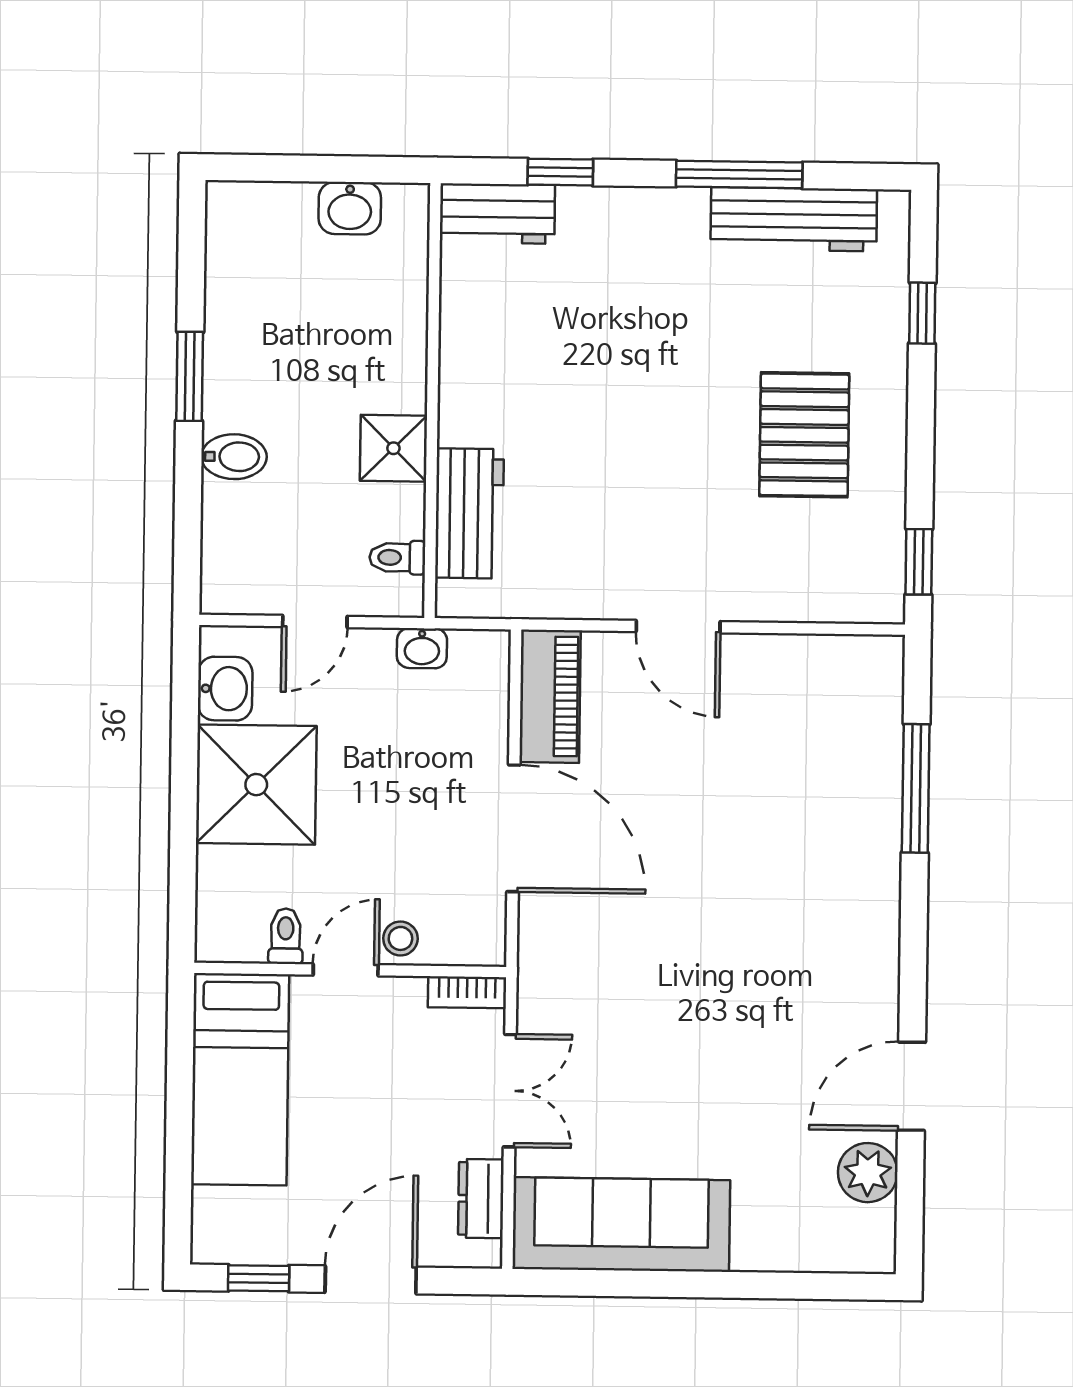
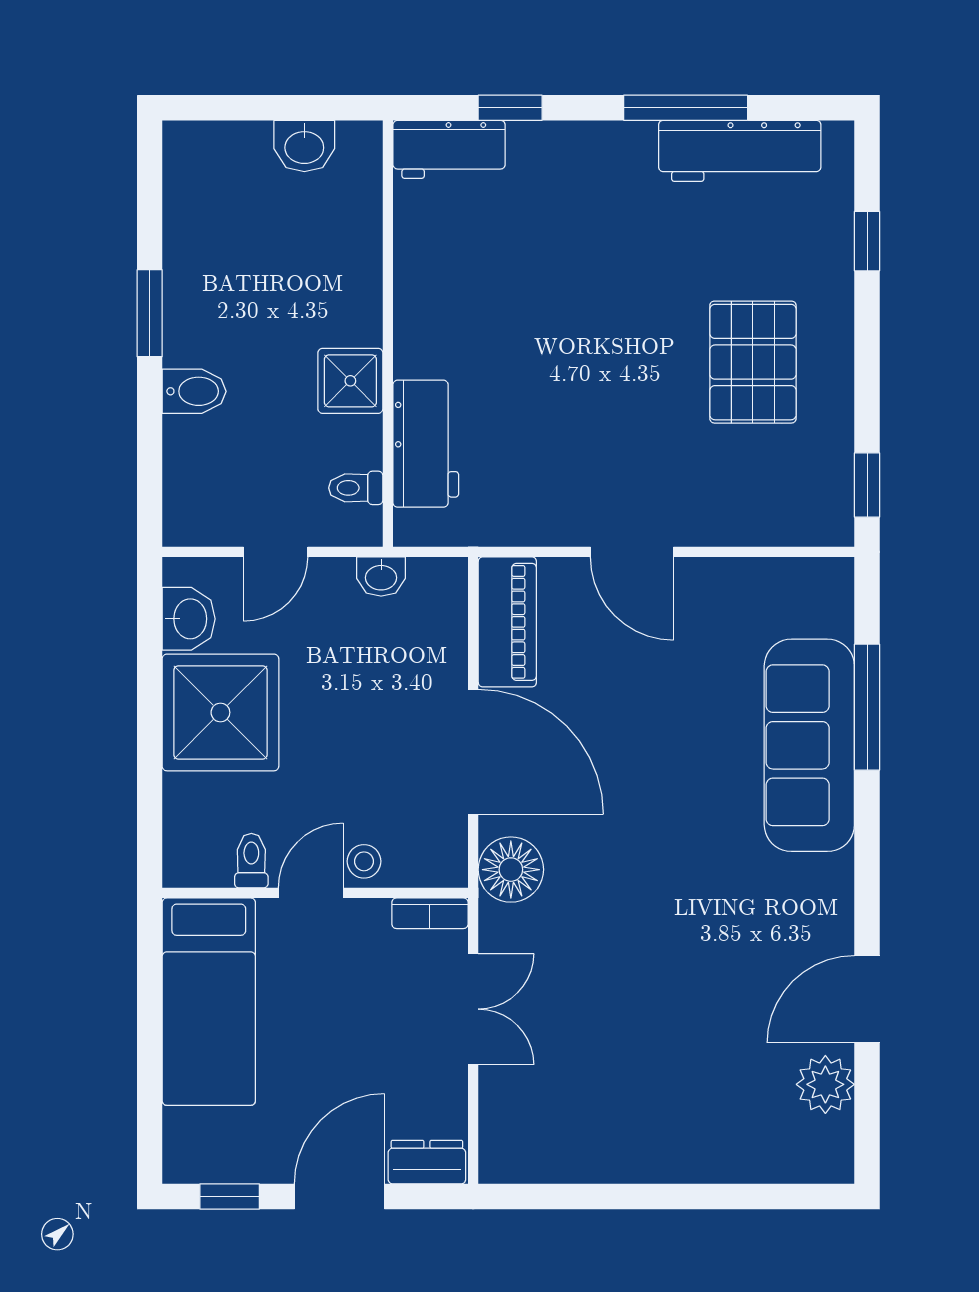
floor lamp: (550, 949) -> (511, 870), added
dresser: (481, 1199) -> (427, 1162), moved, turned 90
sofa: (621, 1225) -> (809, 745), moved, turned -90

